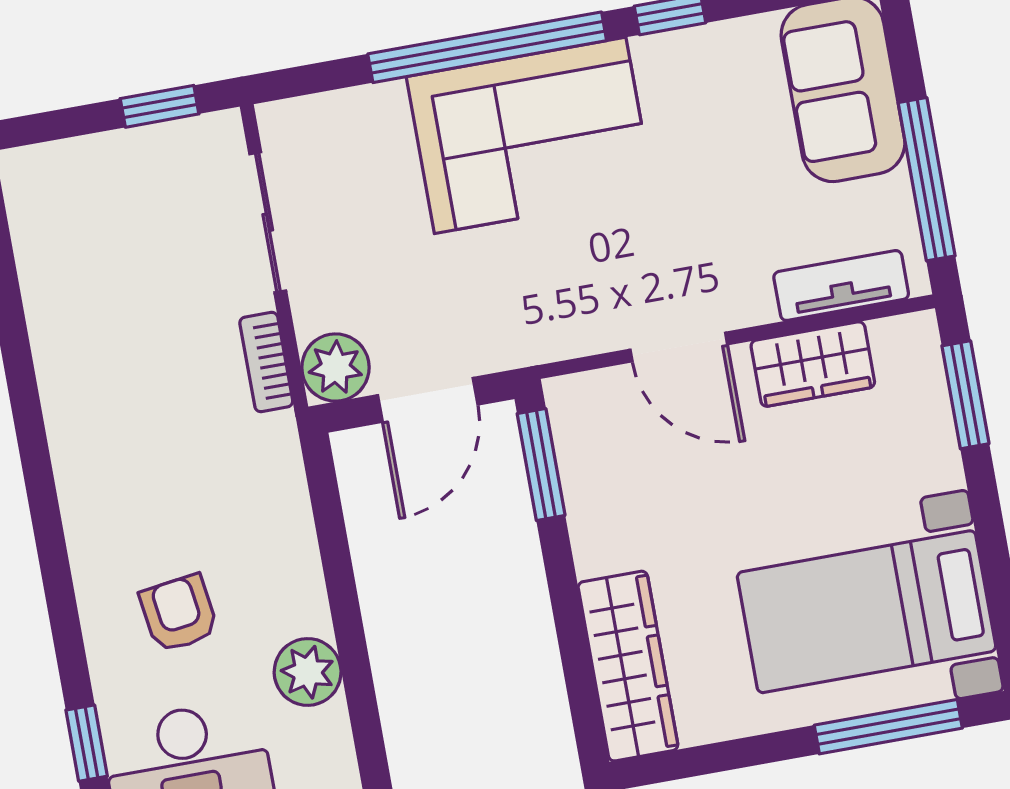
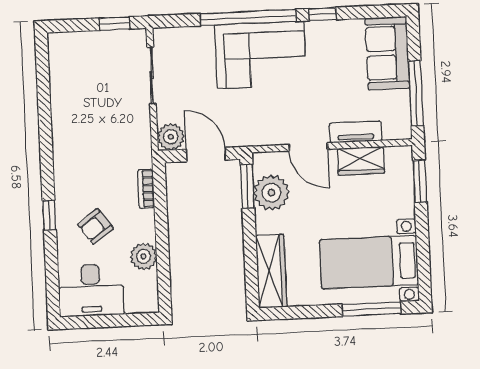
tv unit: (841, 285) -> (356, 132), moved
bookcase: (266, 362) -> (146, 189), moved
door: (428, 400) -> (206, 155), swing flipped
plant: (602, 472) -> (271, 193), added
armchair: (179, 613) -> (95, 226), turned -118
window: (87, 743) -> (49, 215), moved

